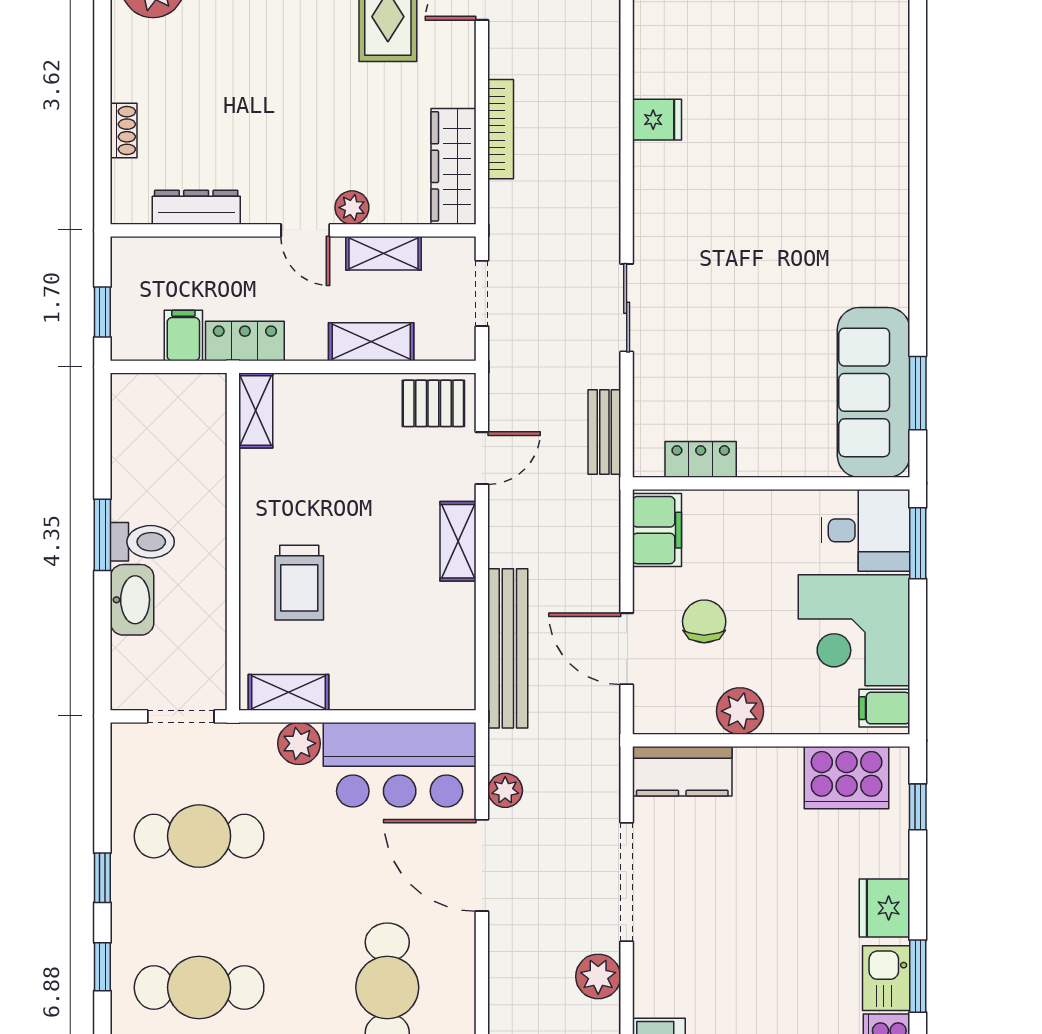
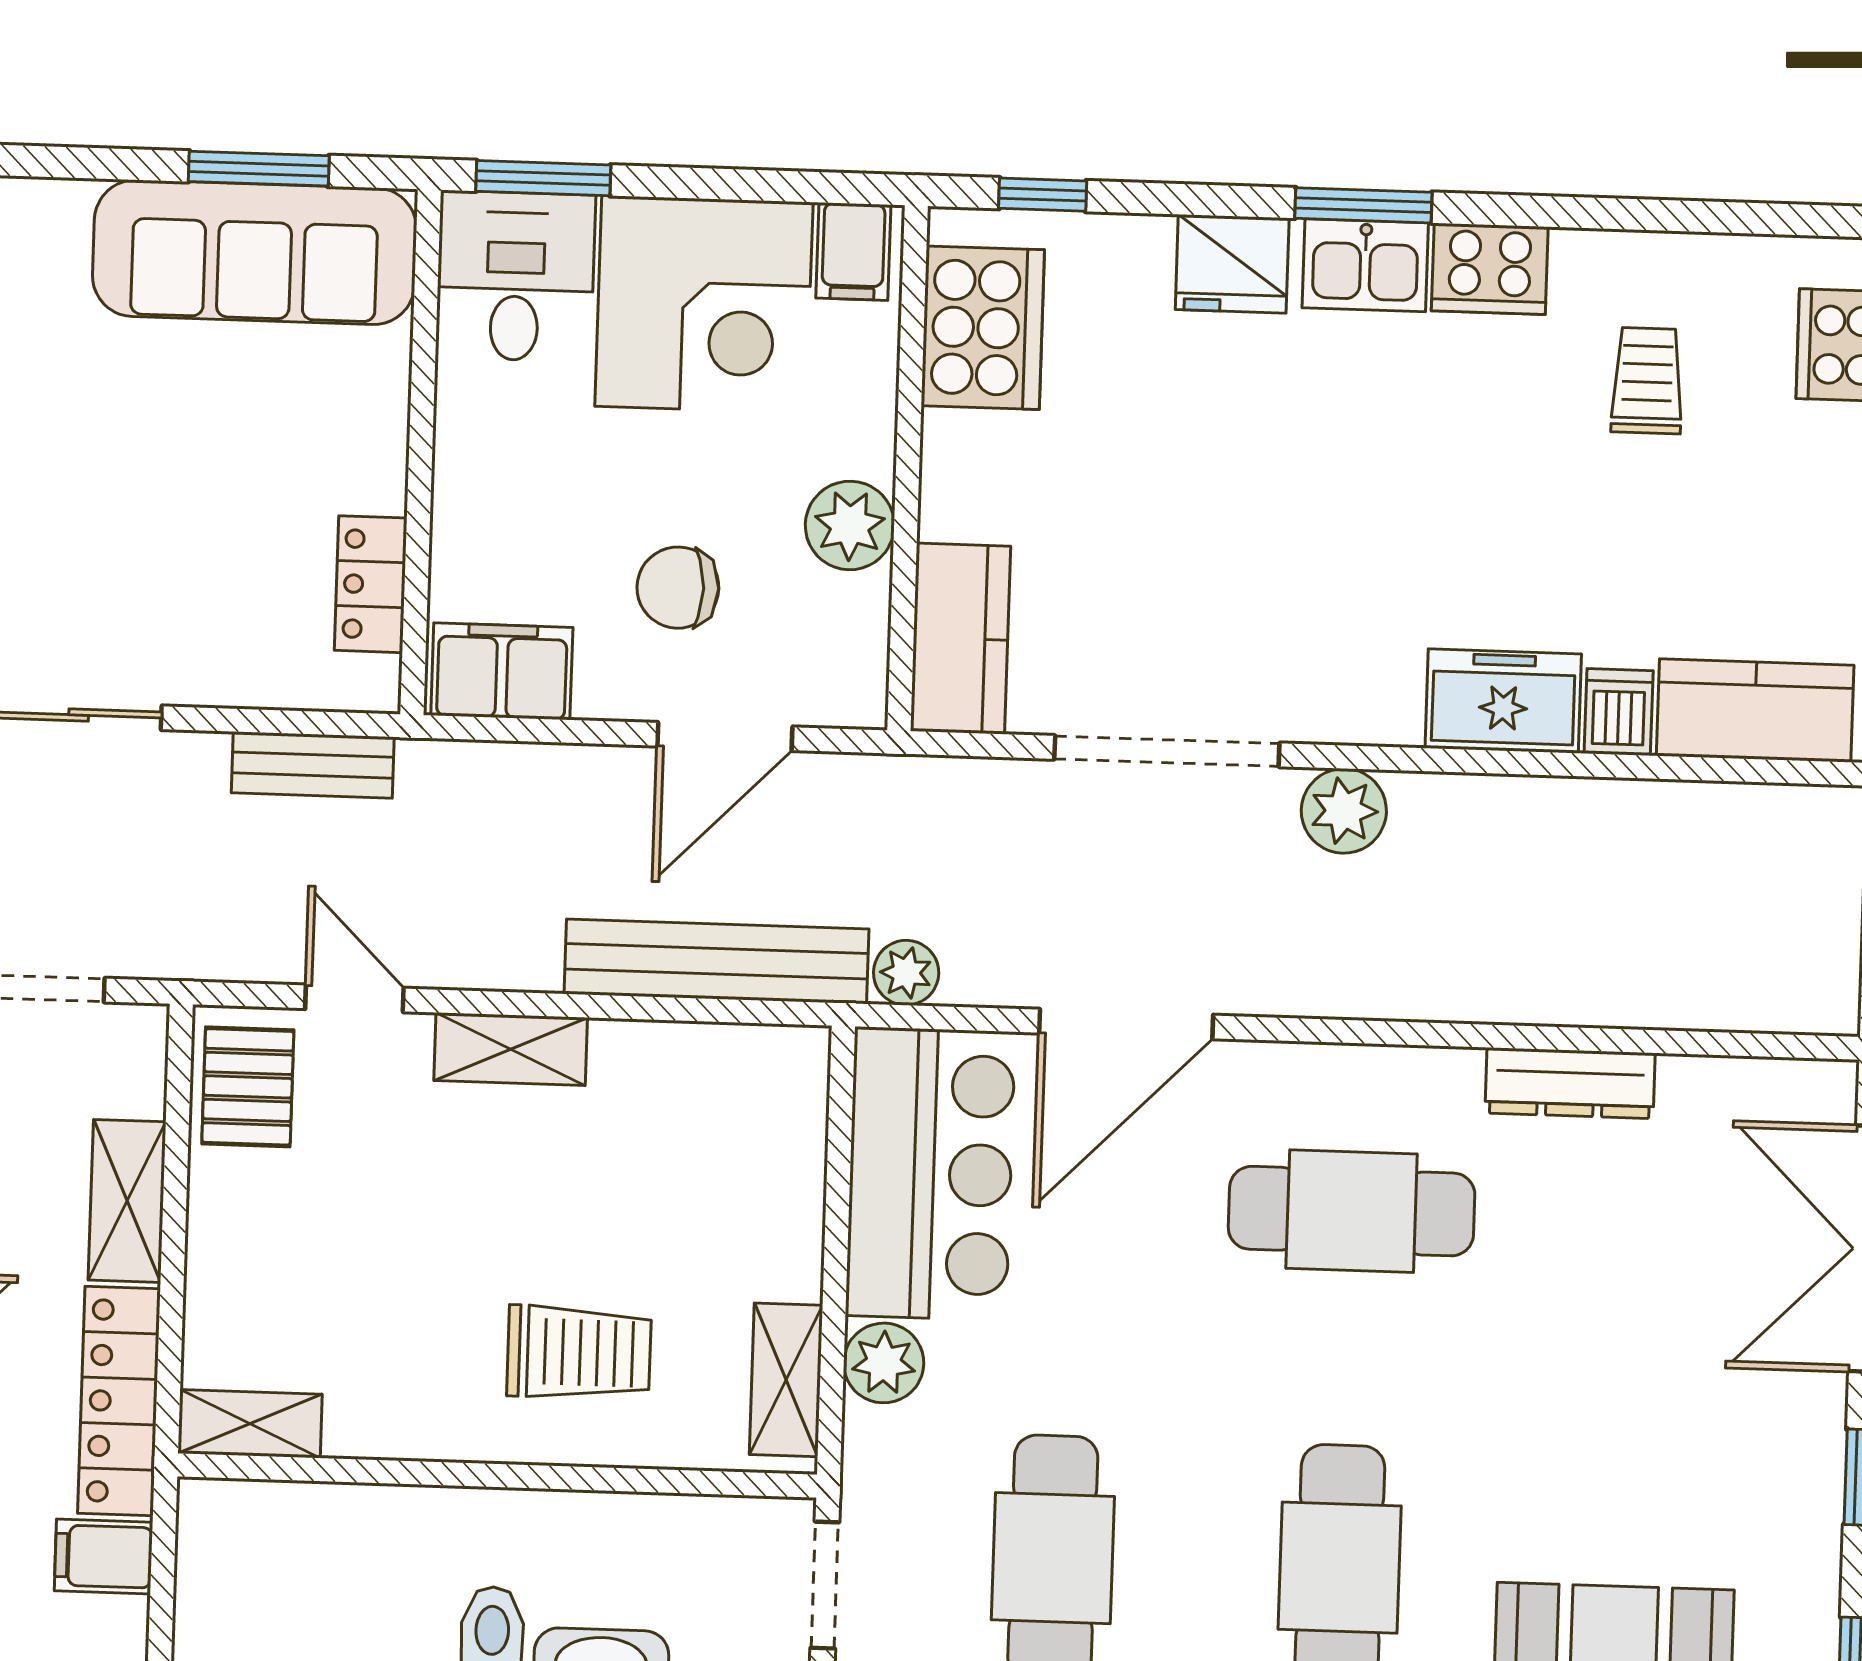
locker: (245, 341) -> (119, 1401), width x1.53
plant: (505, 790) -> (906, 973), moved

